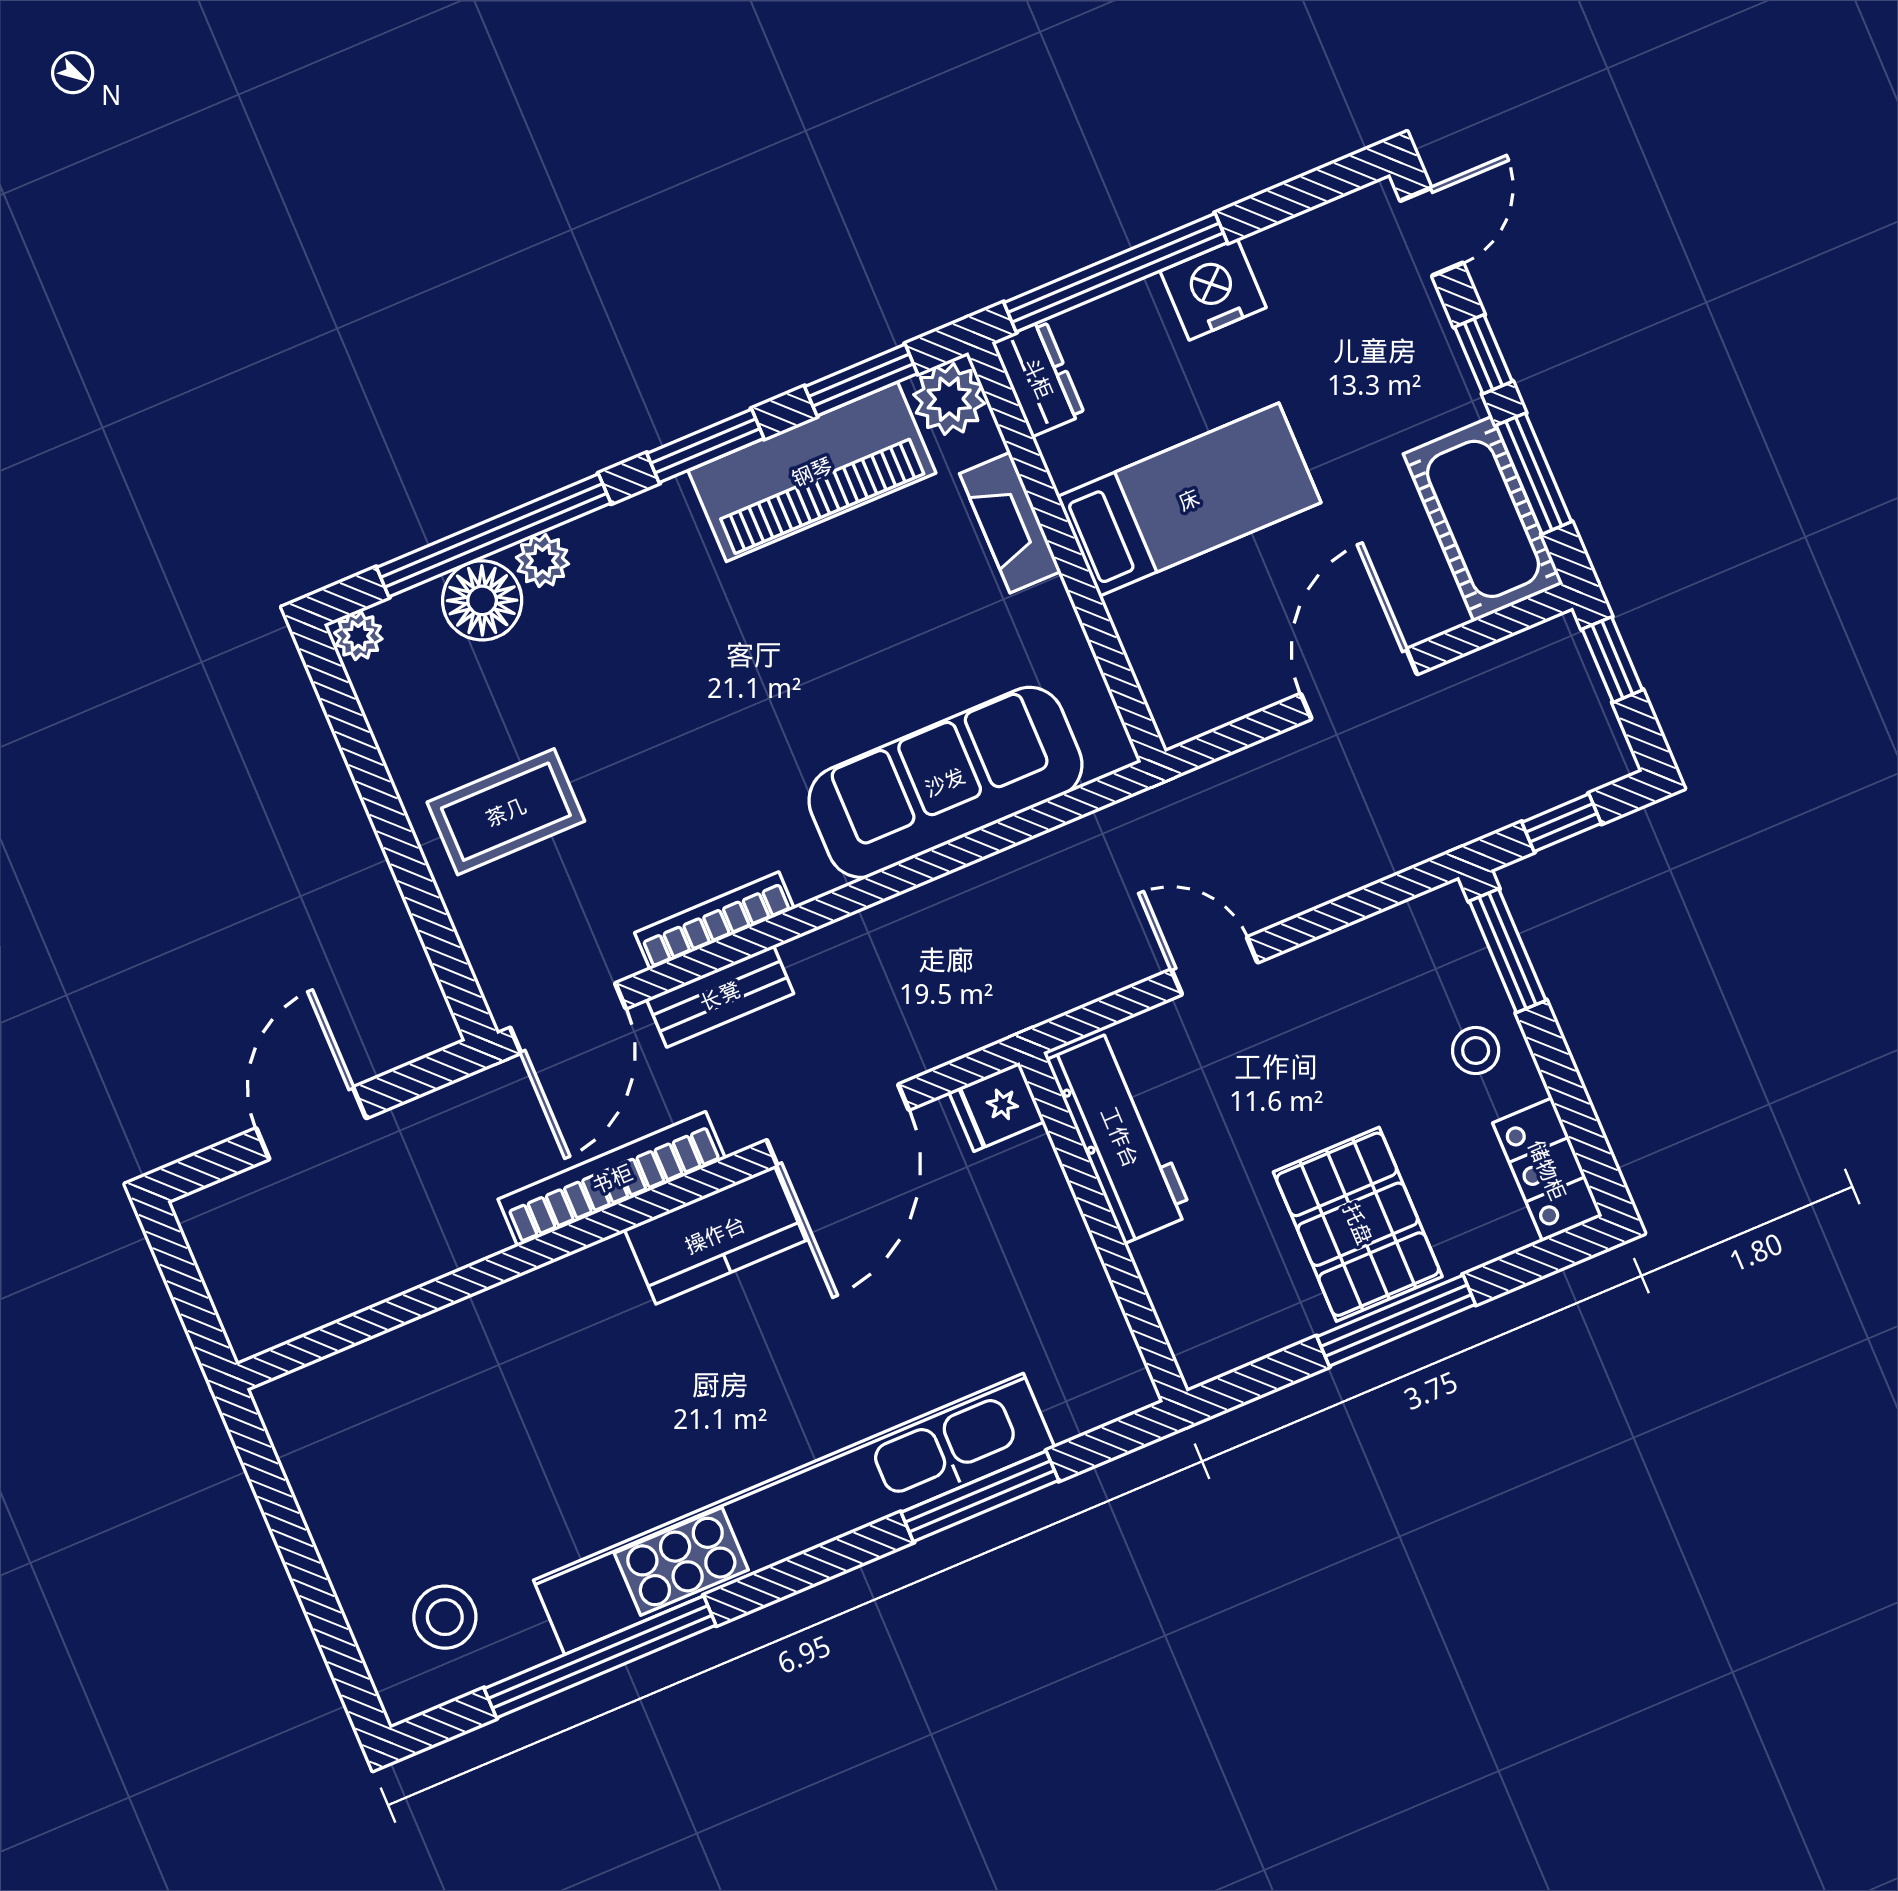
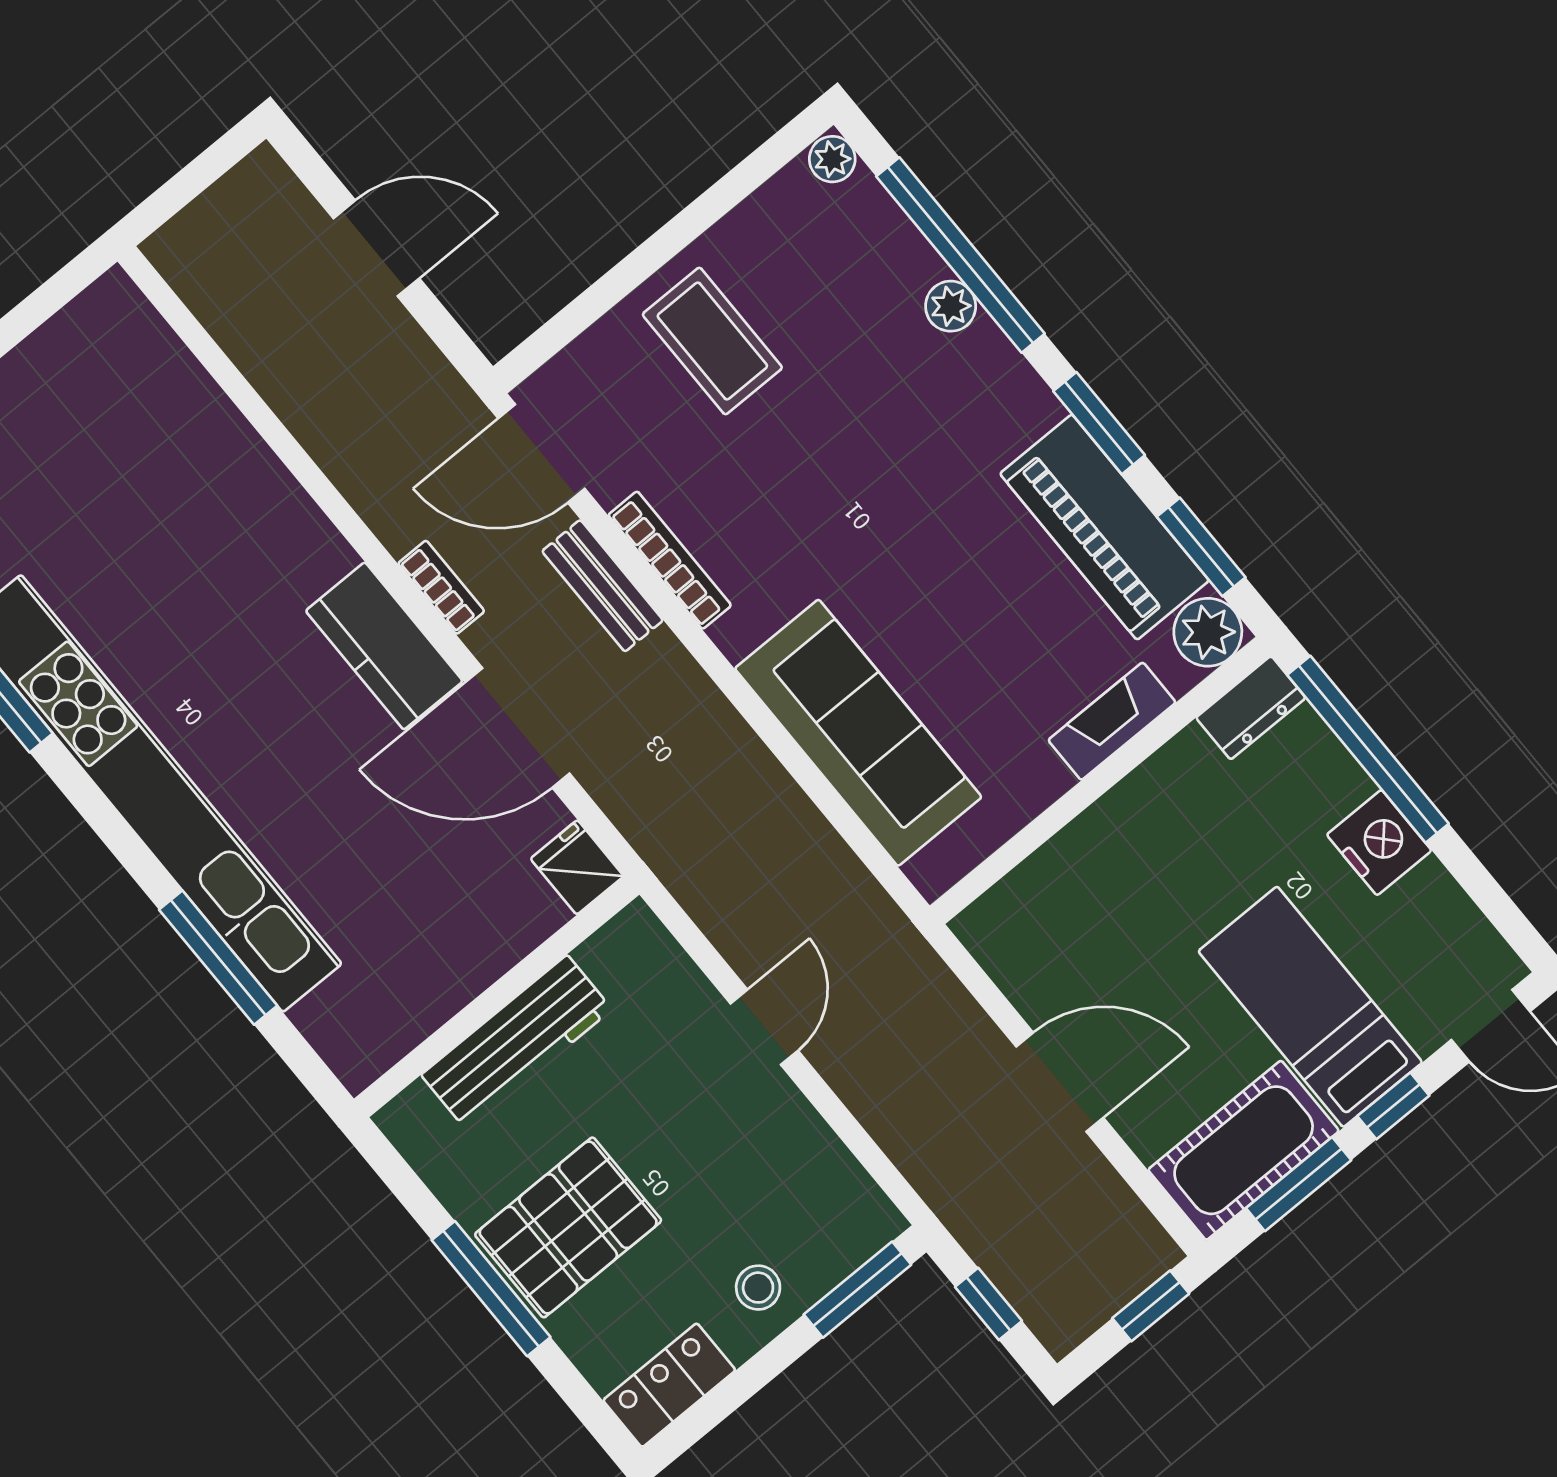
bed: (1189, 500) -> (1310, 1007), moved, turned 180
floor lamp: (482, 600) -> (898, 262), removed
workbench: (1120, 1137) -> (517, 1042), moved
bookcase: (612, 1179) -> (441, 587), width x0.43, depth x0.76

